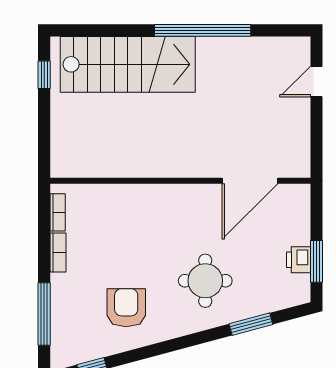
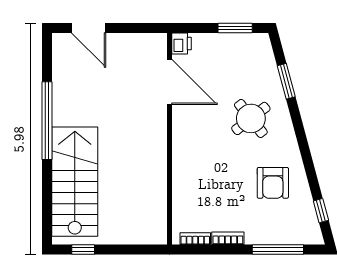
door: (316, 81) -> (89, 28), width x1.38
printer: (299, 260) -> (181, 43), moved, turned -90
round table: (205, 281) -> (251, 118), turned -38
armchair: (126, 308) -> (273, 183), turned -90

